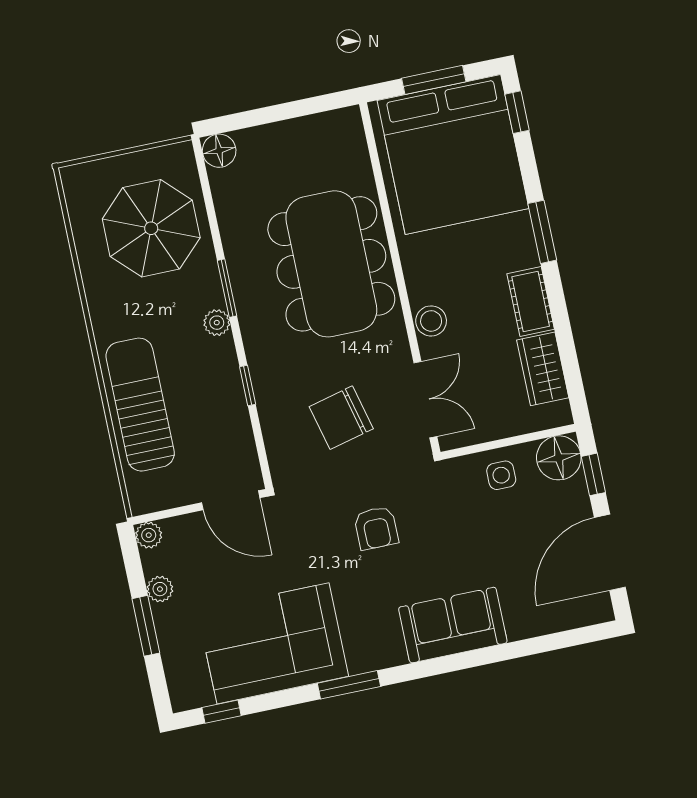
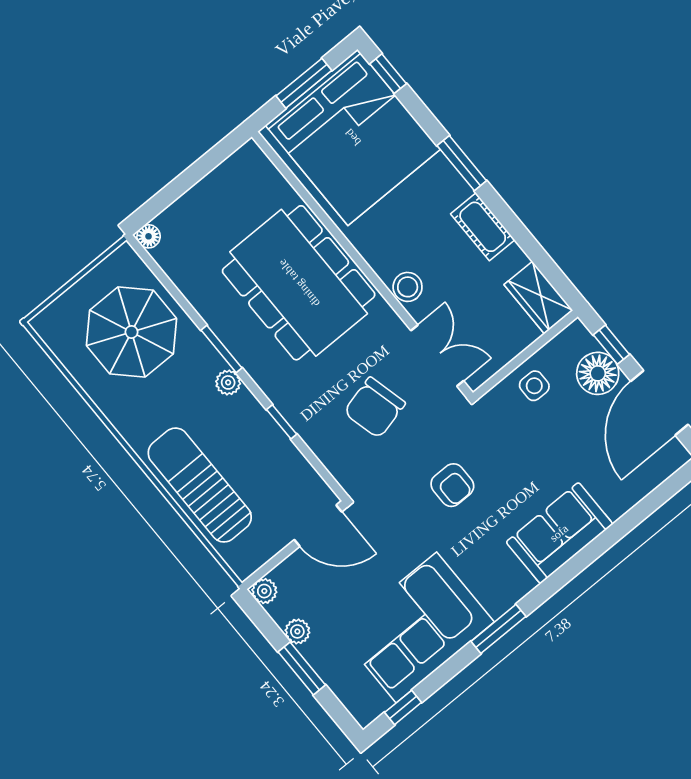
floor lamp: (219, 151) -> (149, 236), width x0.73, depth x0.73
wardrobe: (543, 369) -> (539, 298), moved
floor lamp: (559, 458) -> (598, 373), moved

